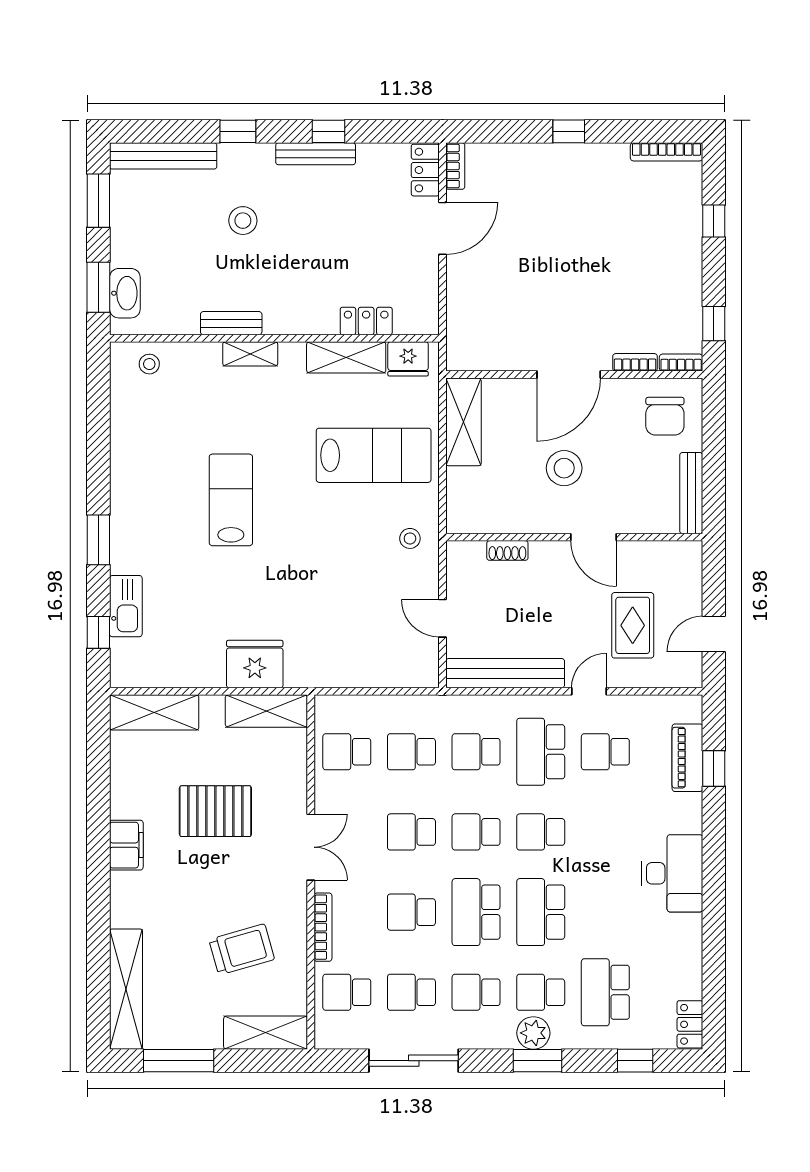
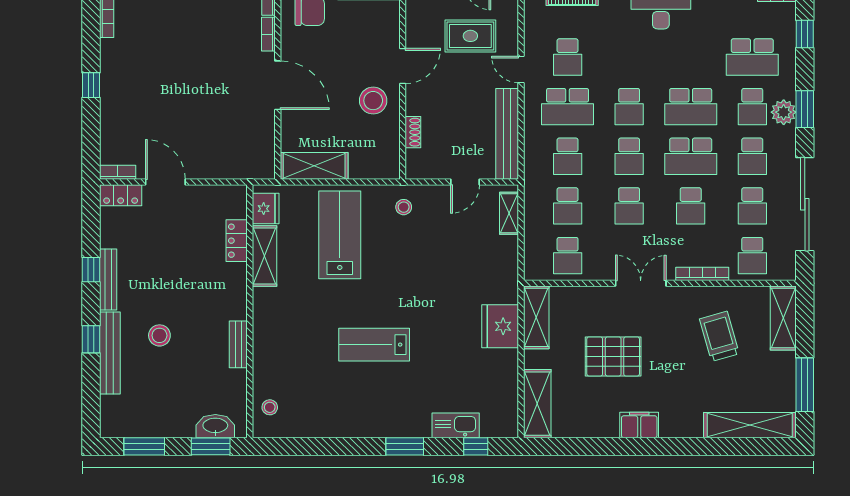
bench: (163, 156) -> (110, 353), moved
shelving: (250, 354) -> (509, 213), moved
stool: (564, 468) -> (373, 101), moved
pallet: (215, 811) -> (613, 356), turned 90
sliding door: (414, 1061) -> (805, 204), width x1.36

